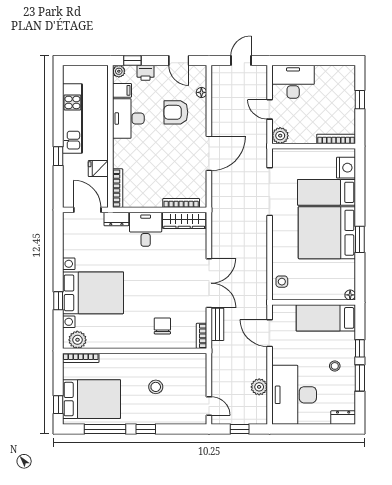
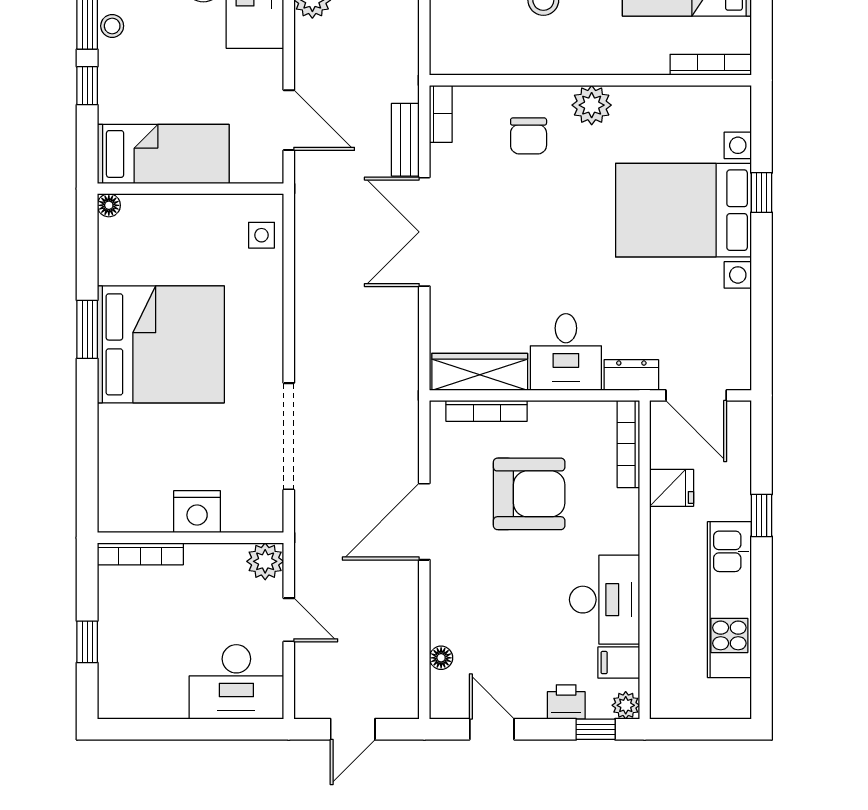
armchair: (176, 112) -> (529, 494), moved, width x1.36, depth x1.36
nightstand: (346, 168) -> (197, 512), moved, turned -90
bed: (326, 192) -> (162, 435), removed
plant: (77, 340) -> (592, 105), moved
stool: (335, 366) -> (112, 26), moved

